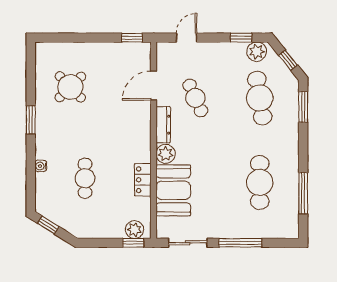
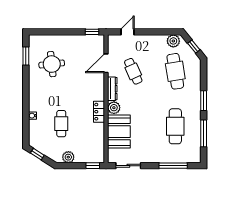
window: (241, 38) -> (163, 32), removed
round table: (70, 87) -> (52, 64), turned 38
window: (303, 107) -> (204, 101), moved
window: (31, 120) -> (26, 56), moved
locker: (143, 180) -> (99, 112), moved
plant: (135, 230) -> (68, 157), moved
window: (240, 243) -> (173, 166), moved

